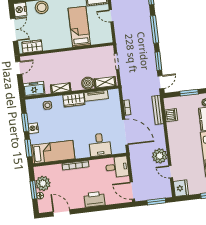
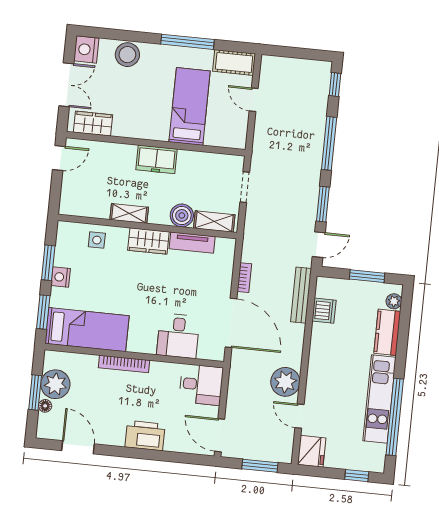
freezer: (34, 89) -> (157, 159), moved, turned 180

